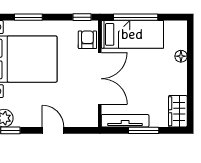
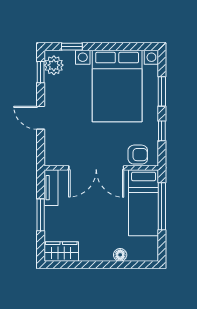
window: (82, 17) -> (162, 131), moved
tv unit: (125, 121) -> (51, 188), width x0.71
door: (53, 130) -> (41, 118), swing flipped

